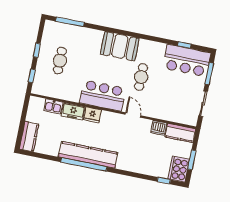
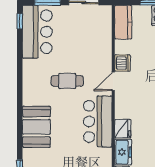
window: (184, 45) -> (20, 21), moved
booth: (120, 46) -> (36, 127), moved
dishwasher: (159, 128) -> (122, 63), moved

